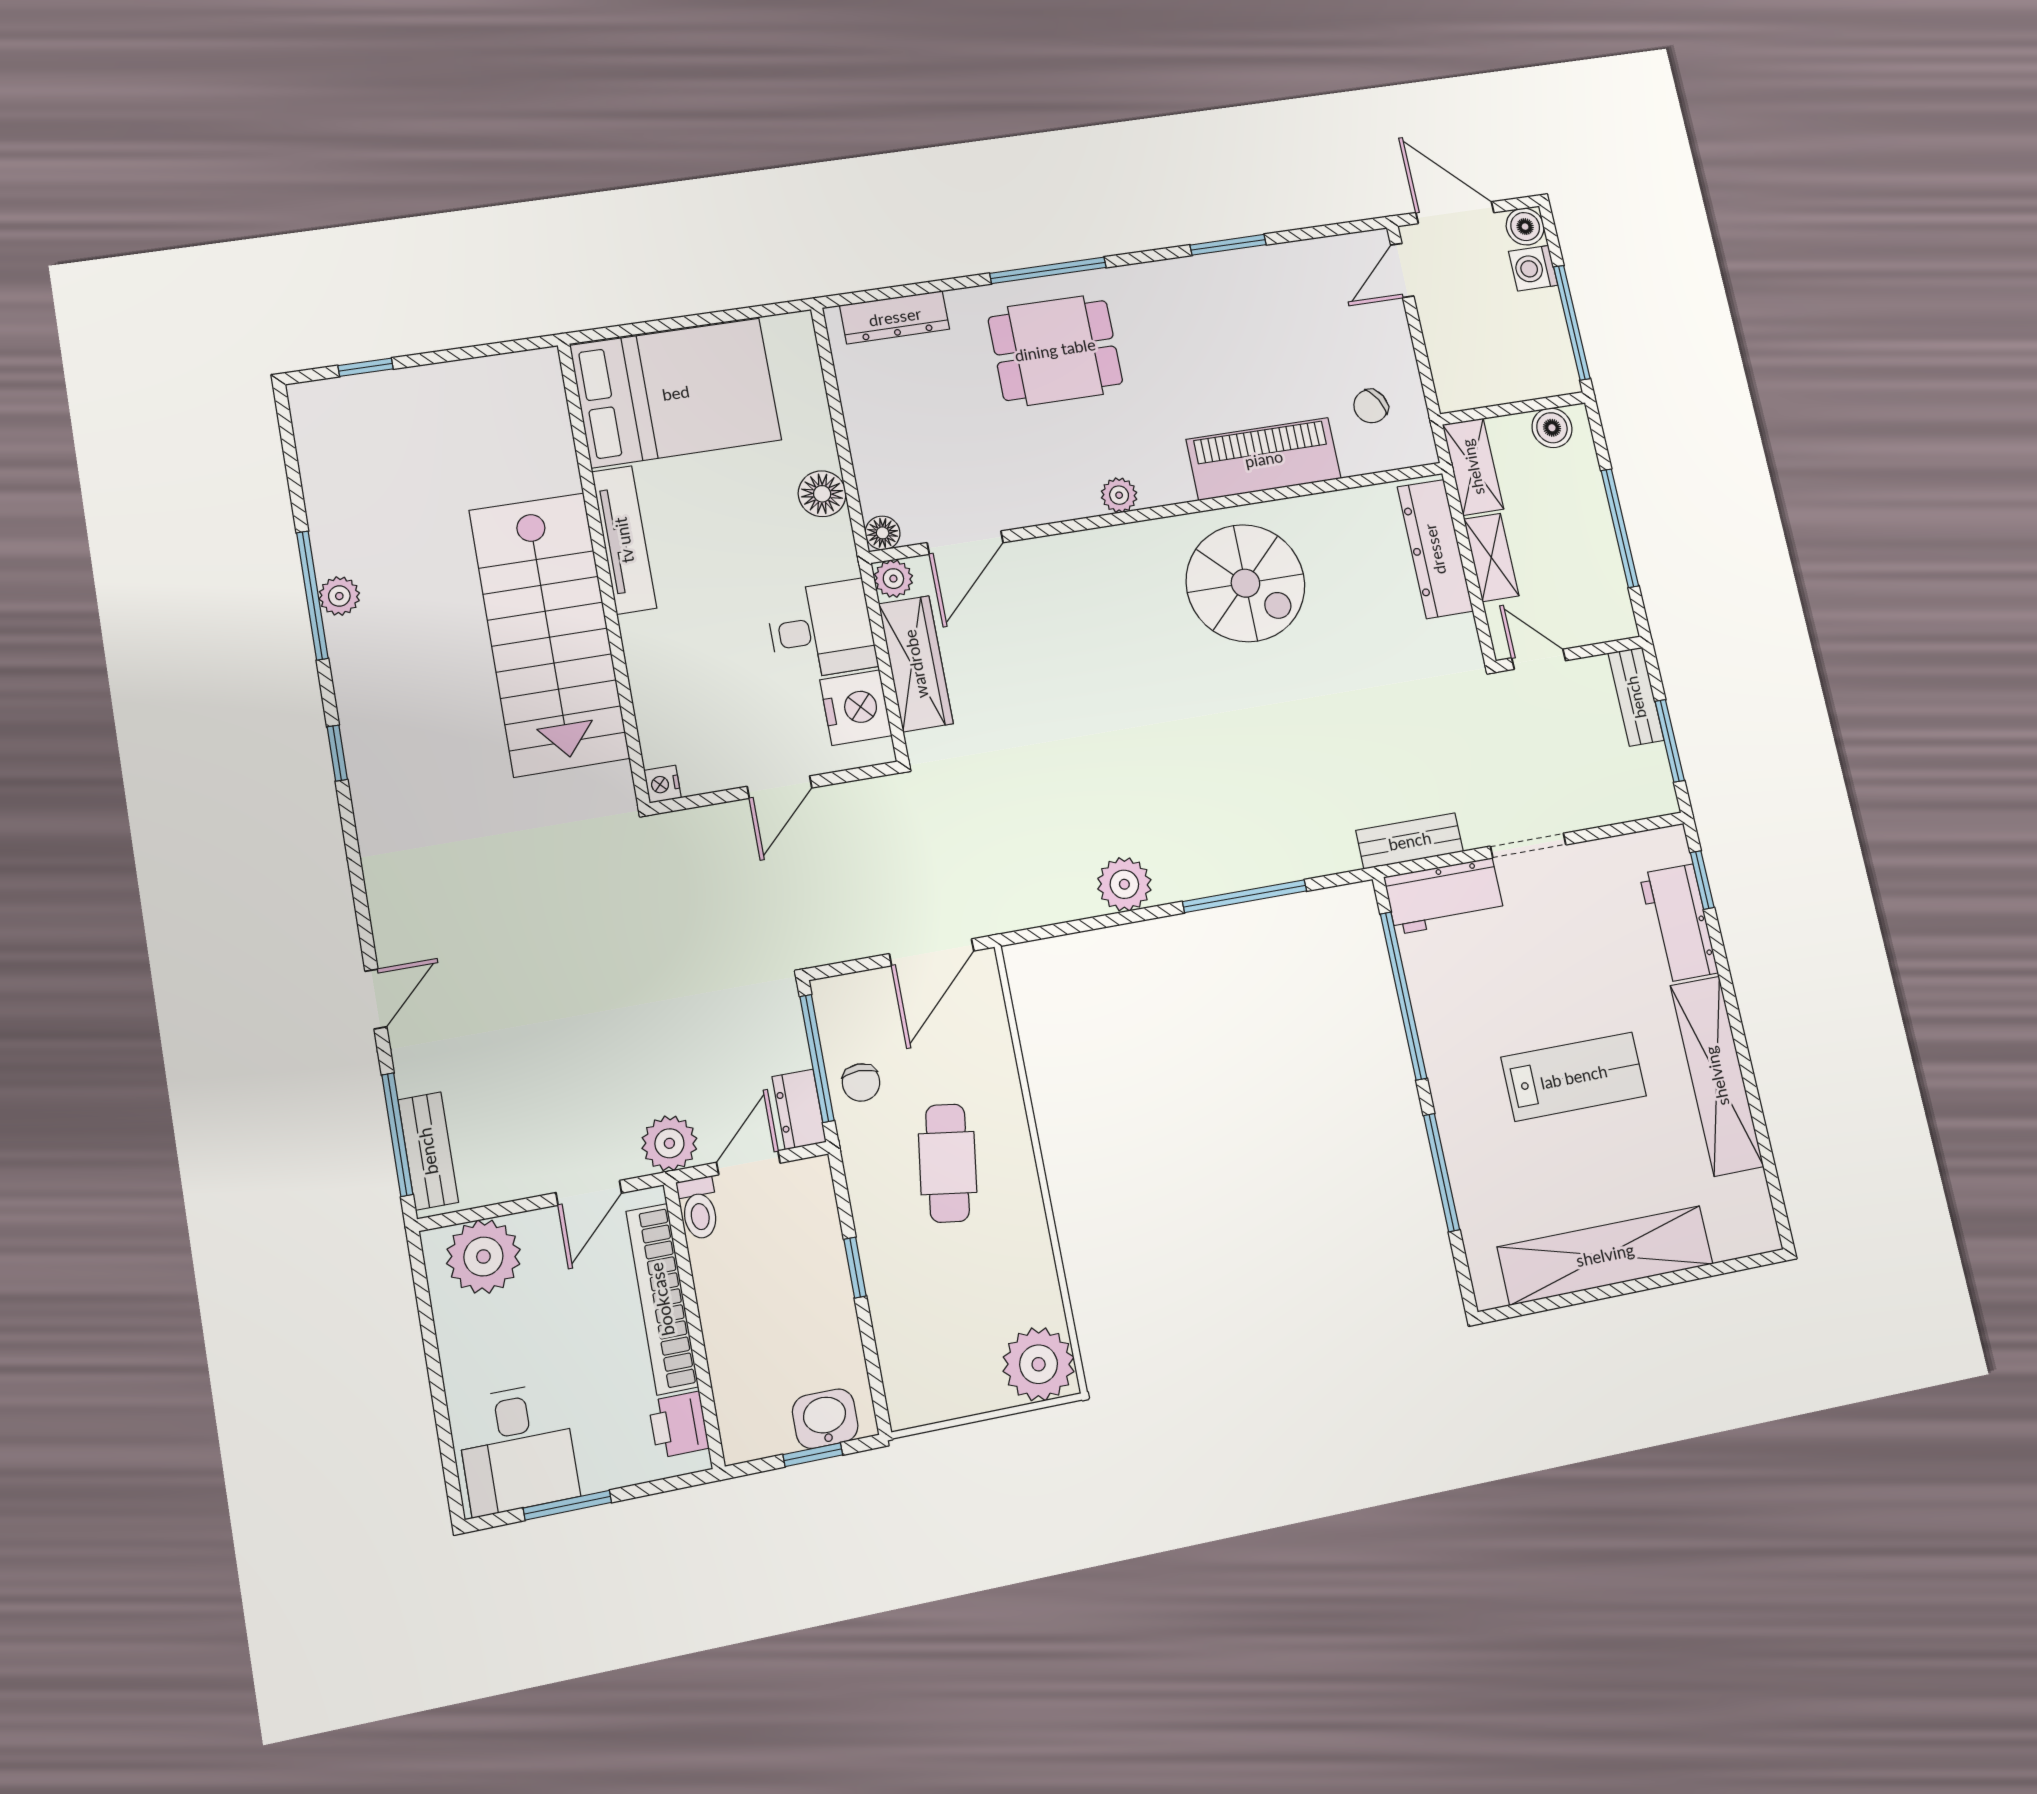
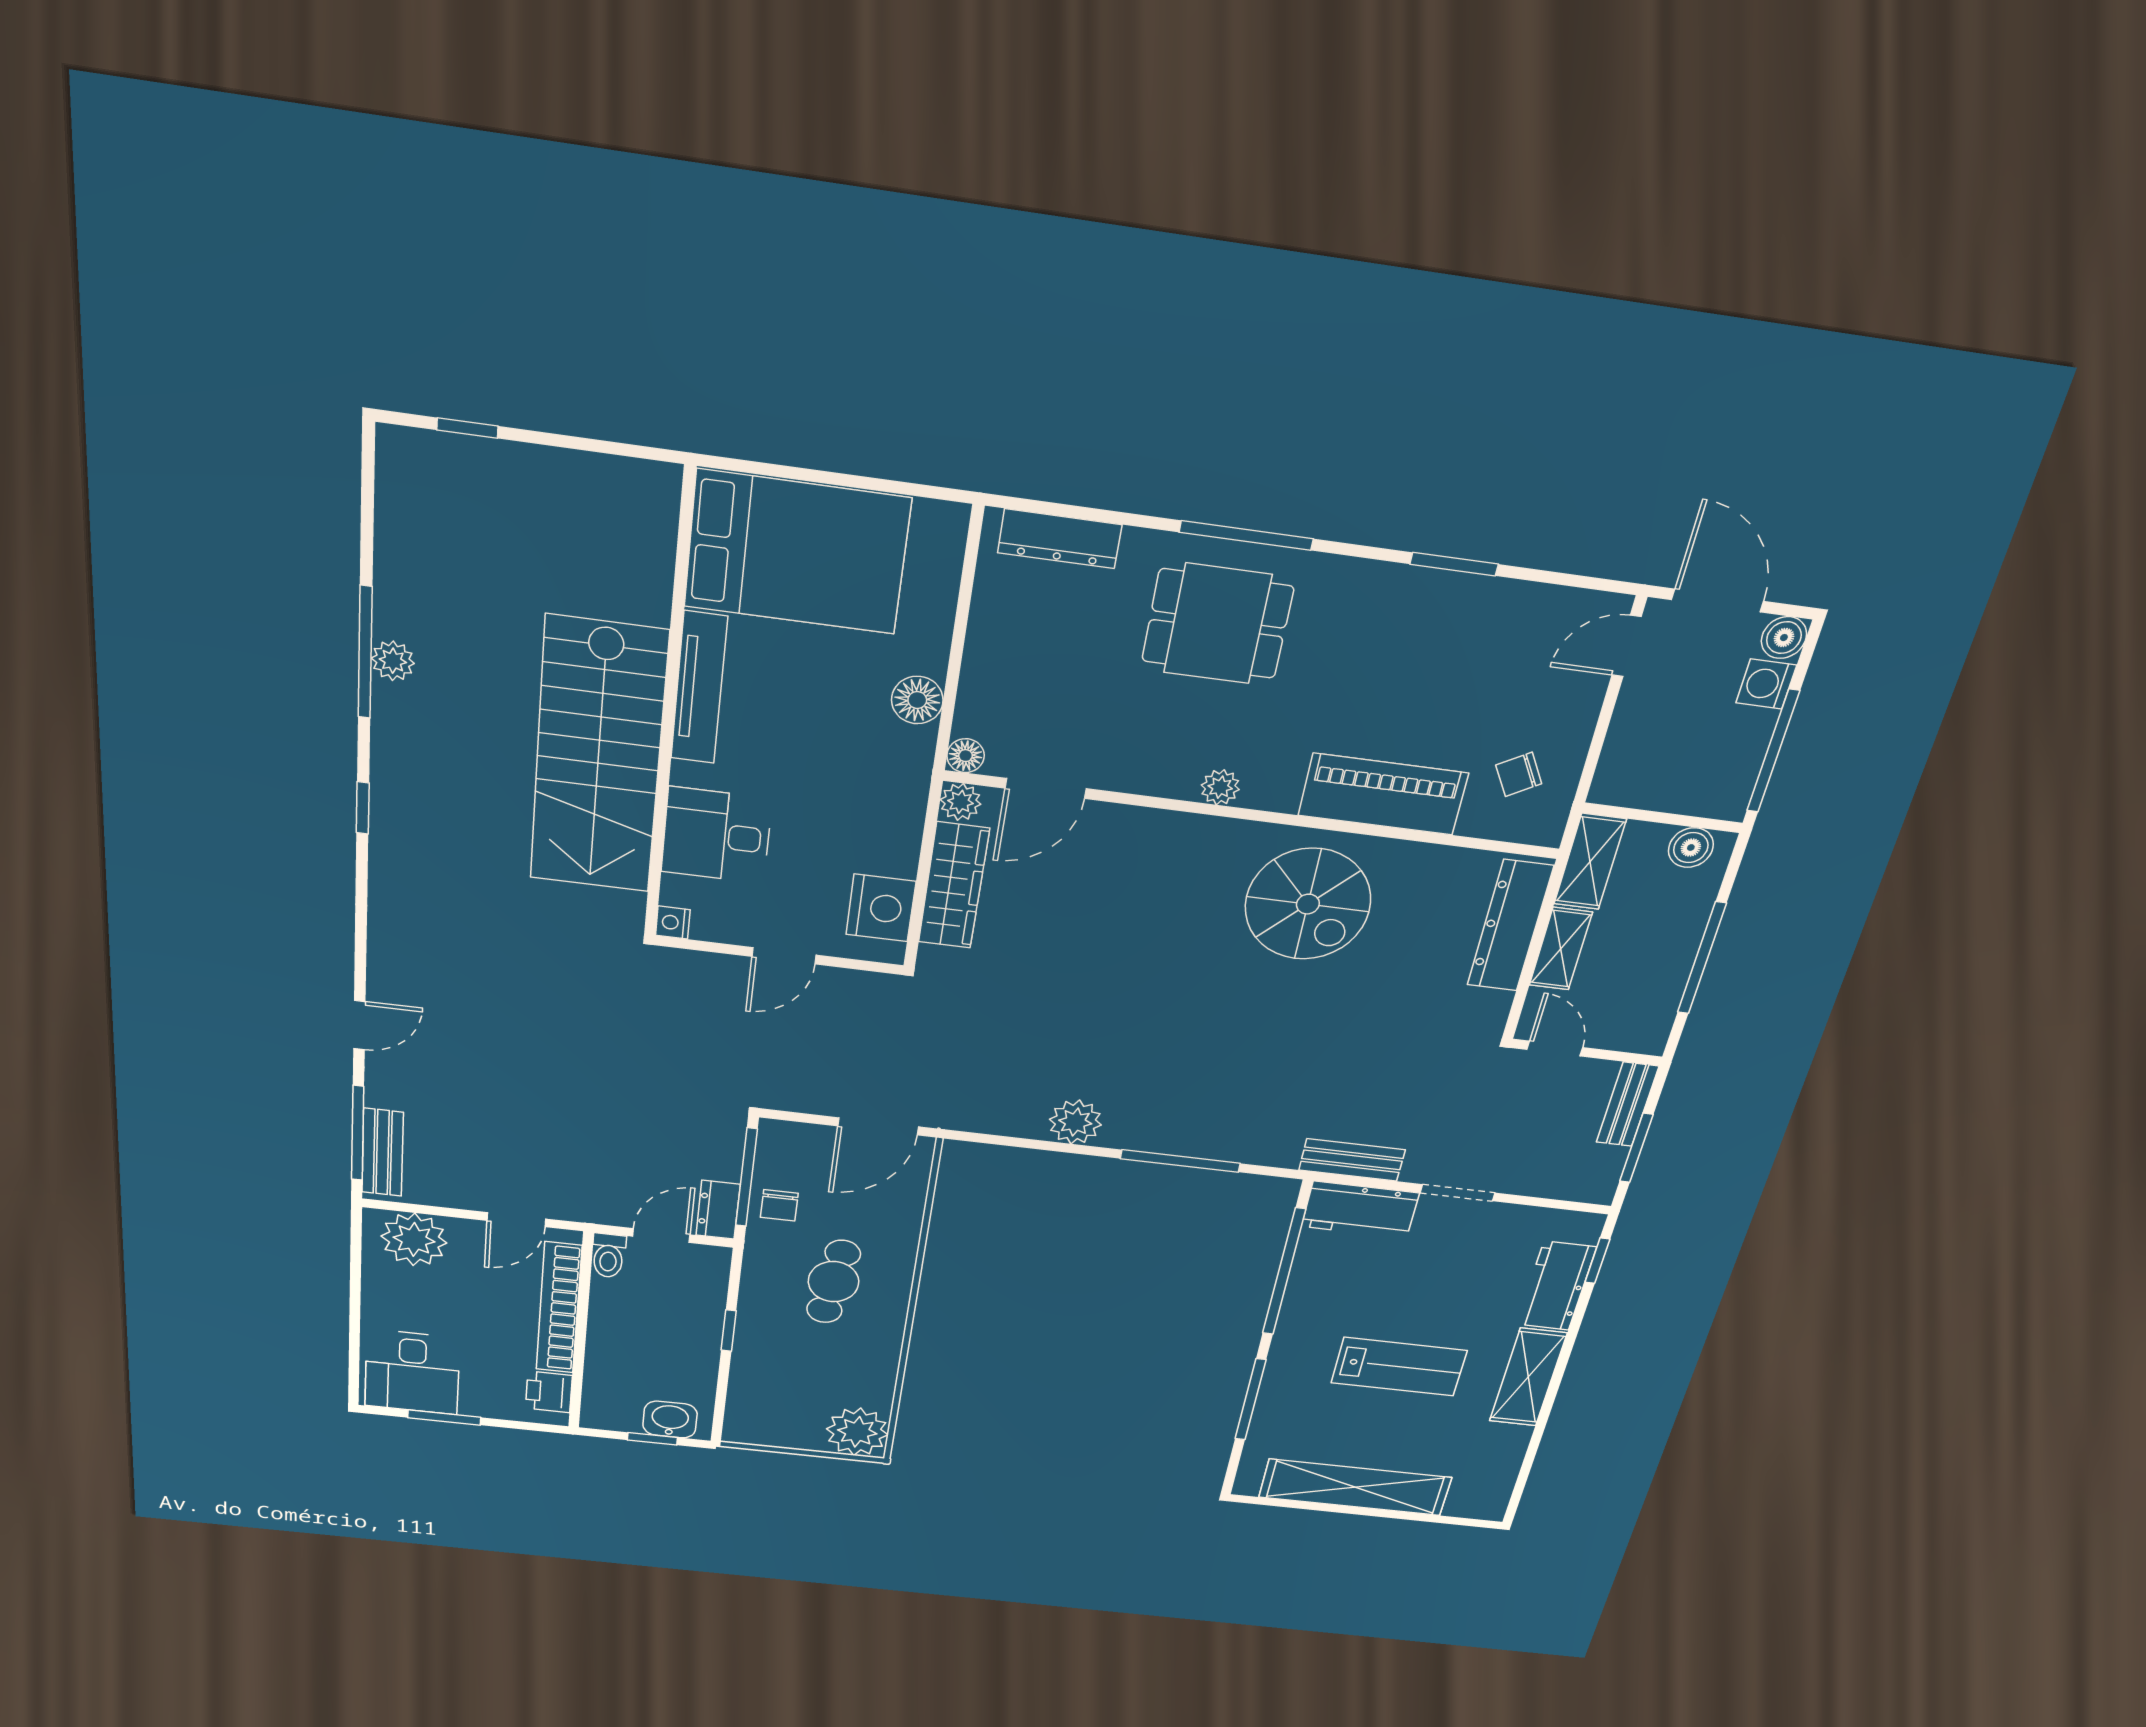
desk: (821, 630) -> (717, 835), moved, turned 180
shelving: (1717, 1076) -> (1528, 1377), width x0.68
plant: (669, 1143) -> (597, 1204), removed

